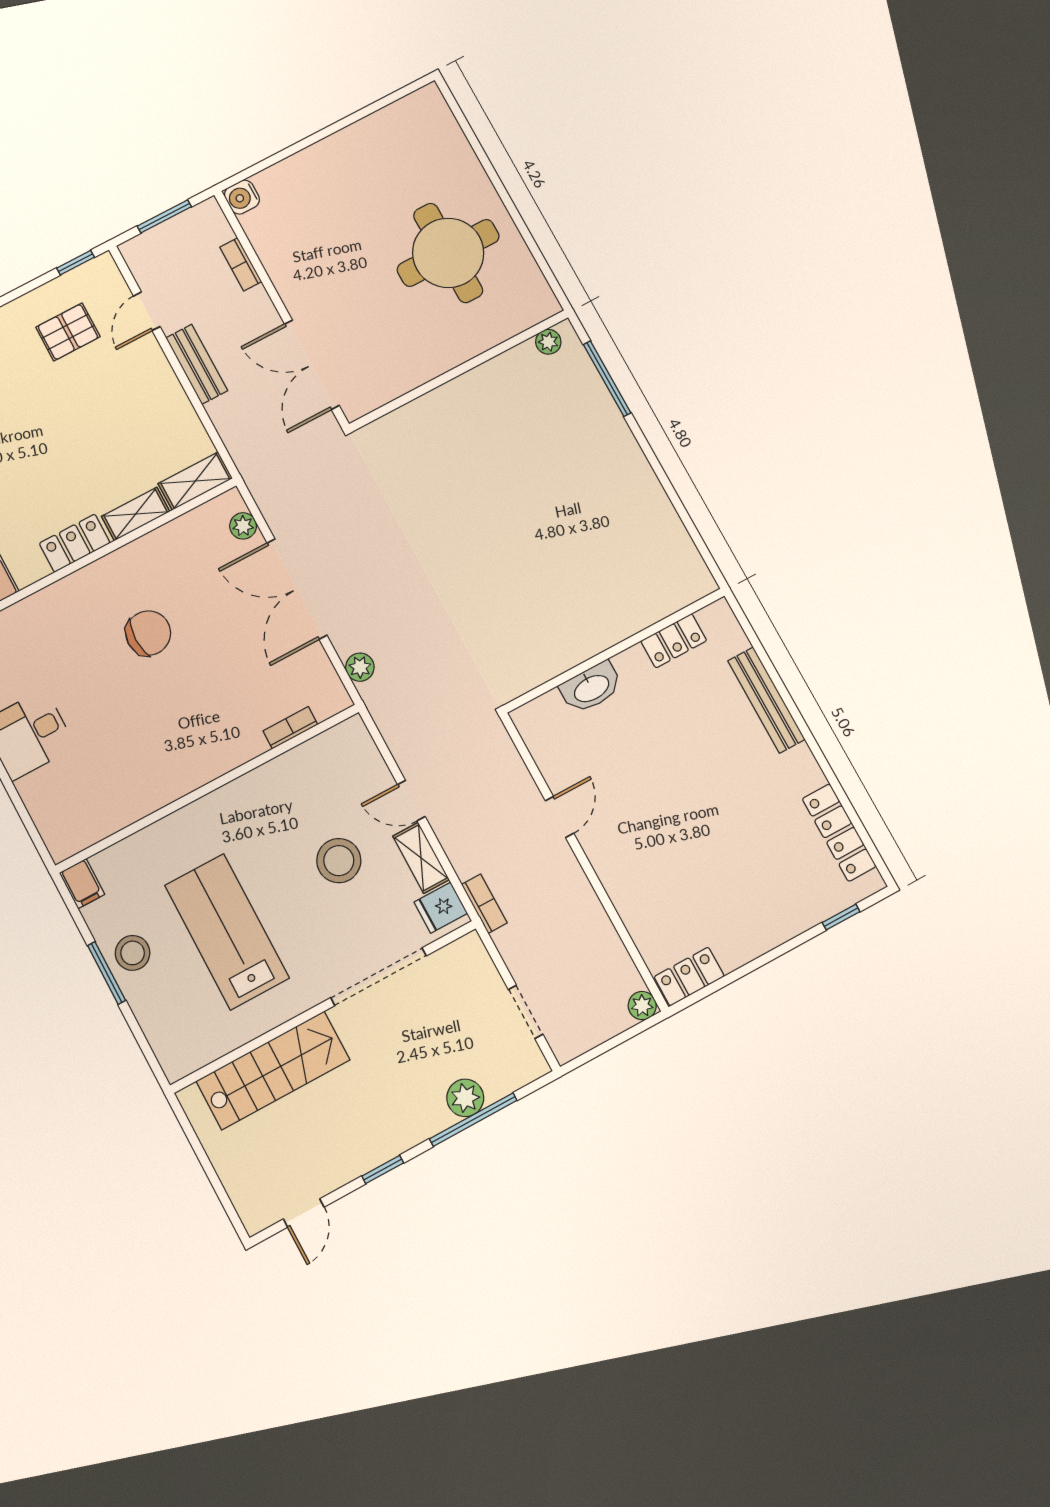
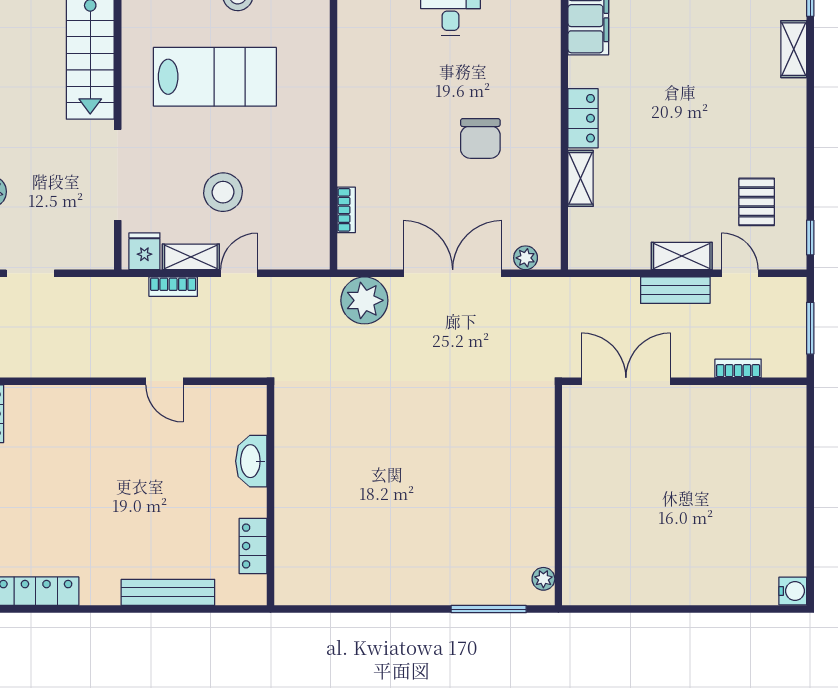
water cooler: (242, 197) -> (793, 591), moved, turned 90
round table: (448, 253) -> (658, 539), removed
shelving: (195, 481) -> (682, 256), moved, turned 90
plant: (360, 667) -> (364, 300), width x1.88, depth x1.88
bookcase: (484, 904) -> (173, 287), moved

